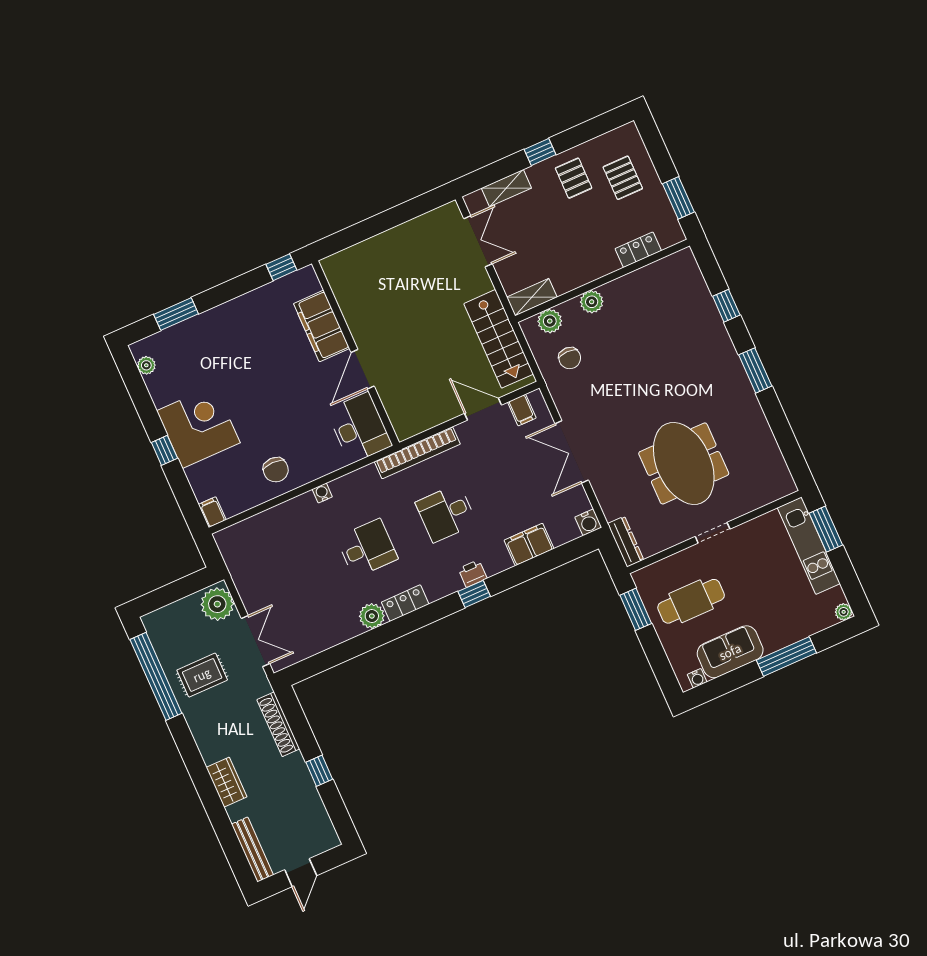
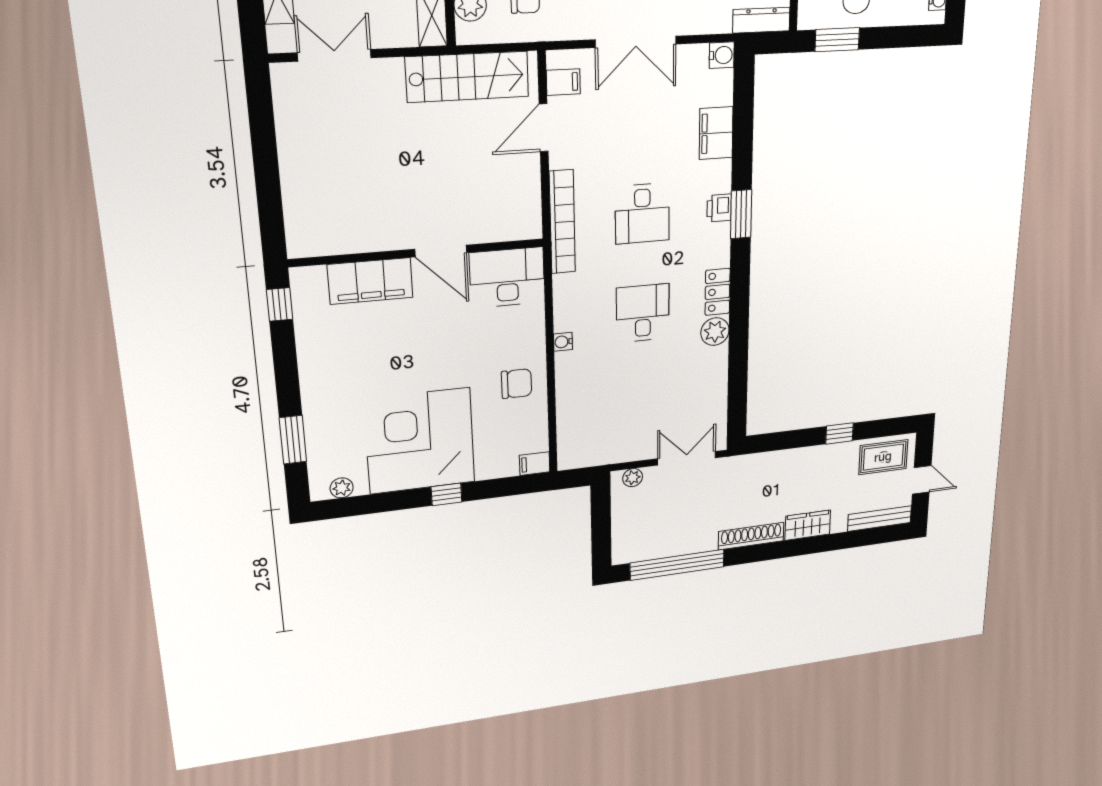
corner desk: (198, 427) -> (420, 441), width x1.36, depth x1.36
window: (474, 594) -> (741, 214), width x1.50
plant: (217, 604) -> (633, 478), width x0.53, depth x0.53
rug: (202, 675) -> (883, 457), moved, turned 90
shoe rack: (278, 724) -> (751, 536), moved, turned 180

